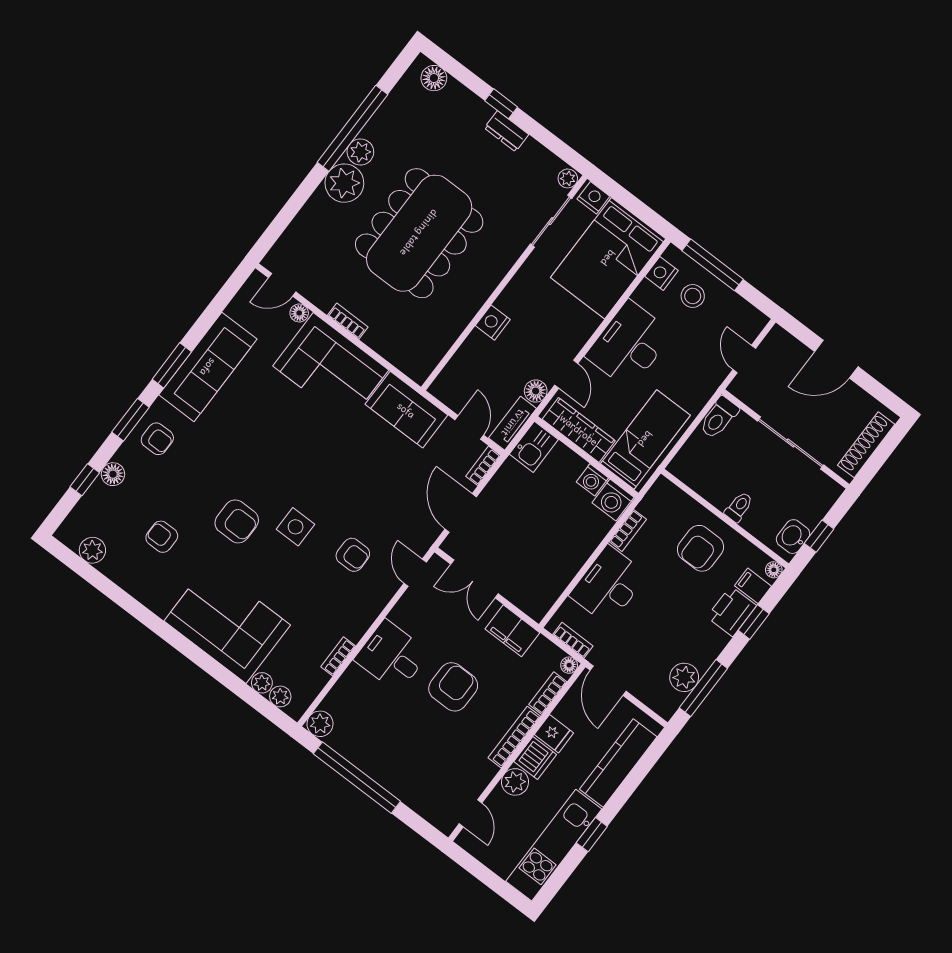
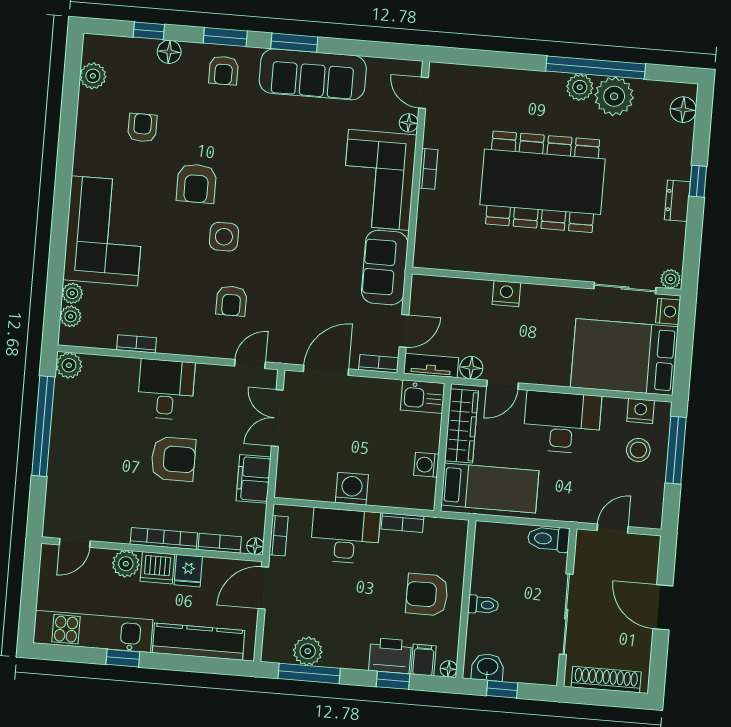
plant: (344, 183) -> (614, 96), moved
washing machine: (613, 500) -> (352, 489), moved, turned 90

